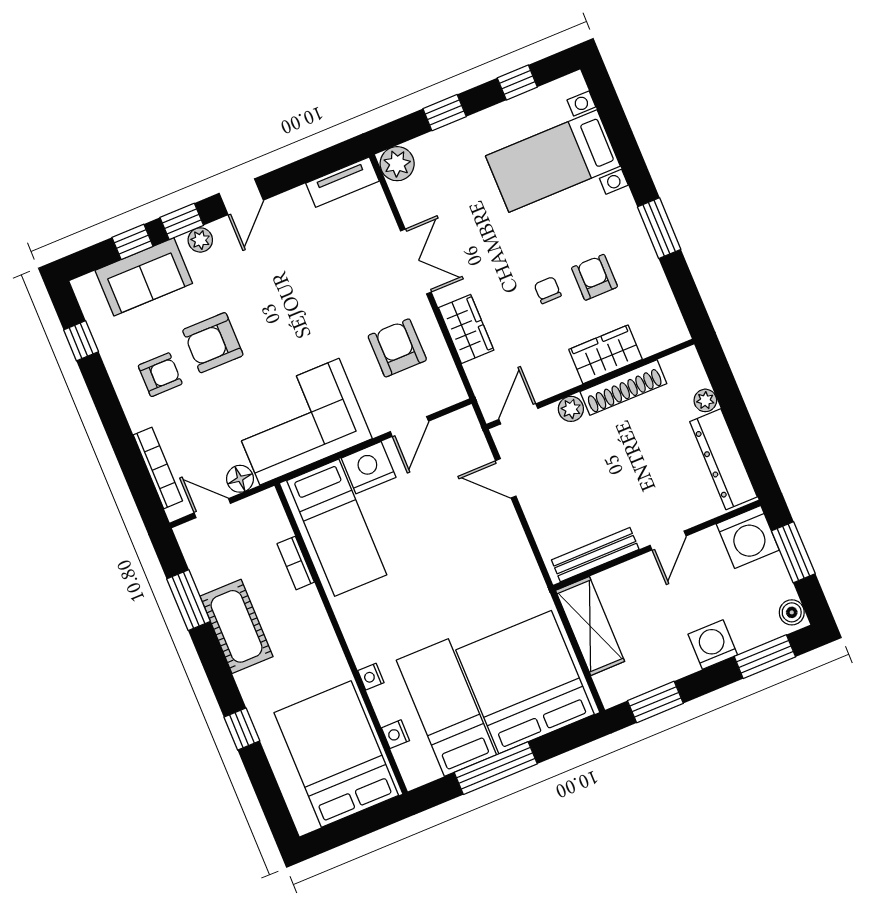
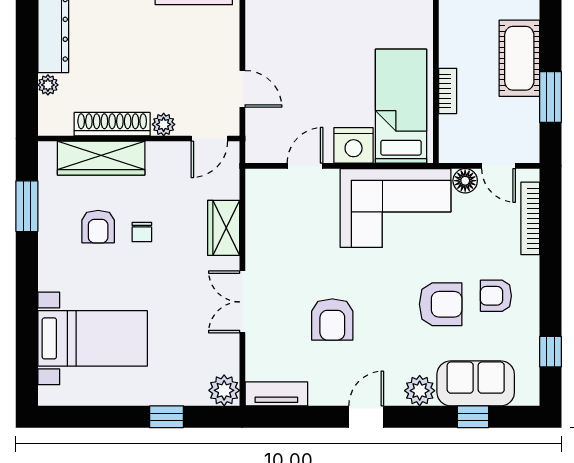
window: (517, 82) -> (95, 417), removed
window: (182, 221) -> (425, 417), removed
window: (659, 228) -> (27, 206), moved
plant: (200, 240) -> (420, 391), width x1.38, depth x1.38
armchair: (397, 348) -> (332, 319), moved
wardrobe: (605, 354) -> (101, 158), width x1.50

